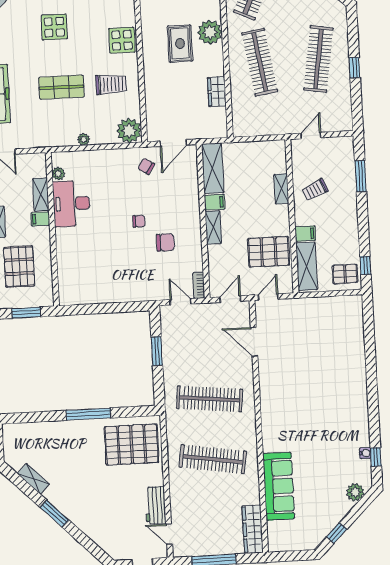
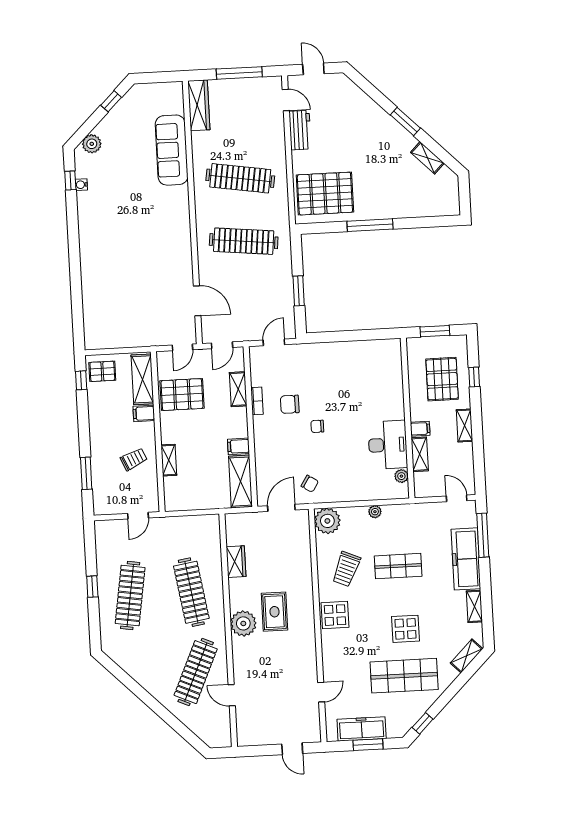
trolley: (111, 84) -> (346, 569), turned -67
shelving: (213, 228) -> (238, 389), moved
bookcase: (199, 285) -> (257, 401), moved
door: (180, 302) -> (274, 342), swing flipped

